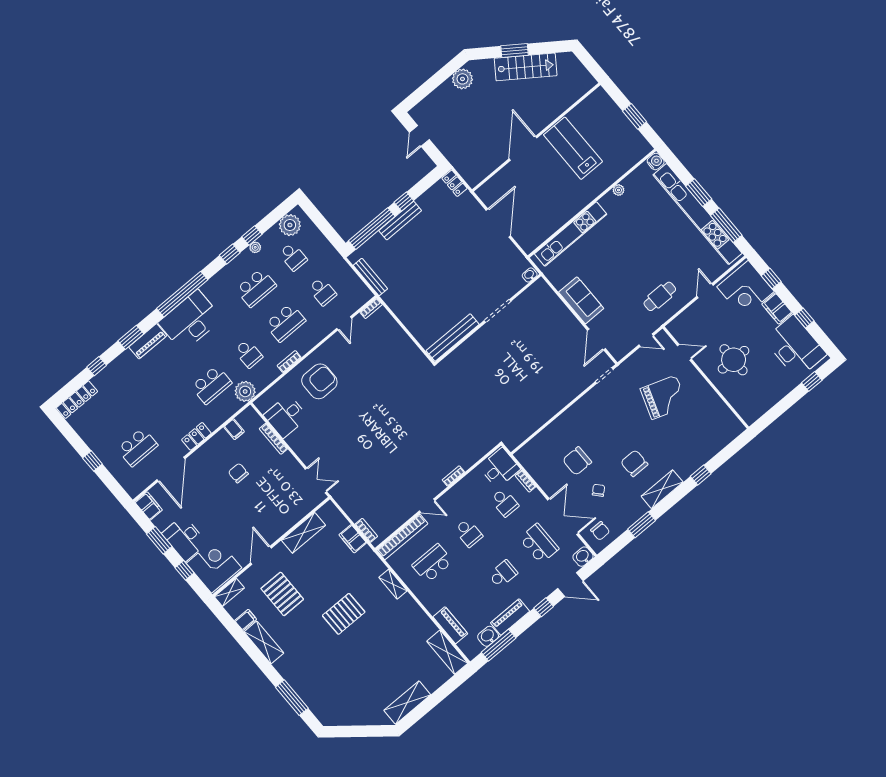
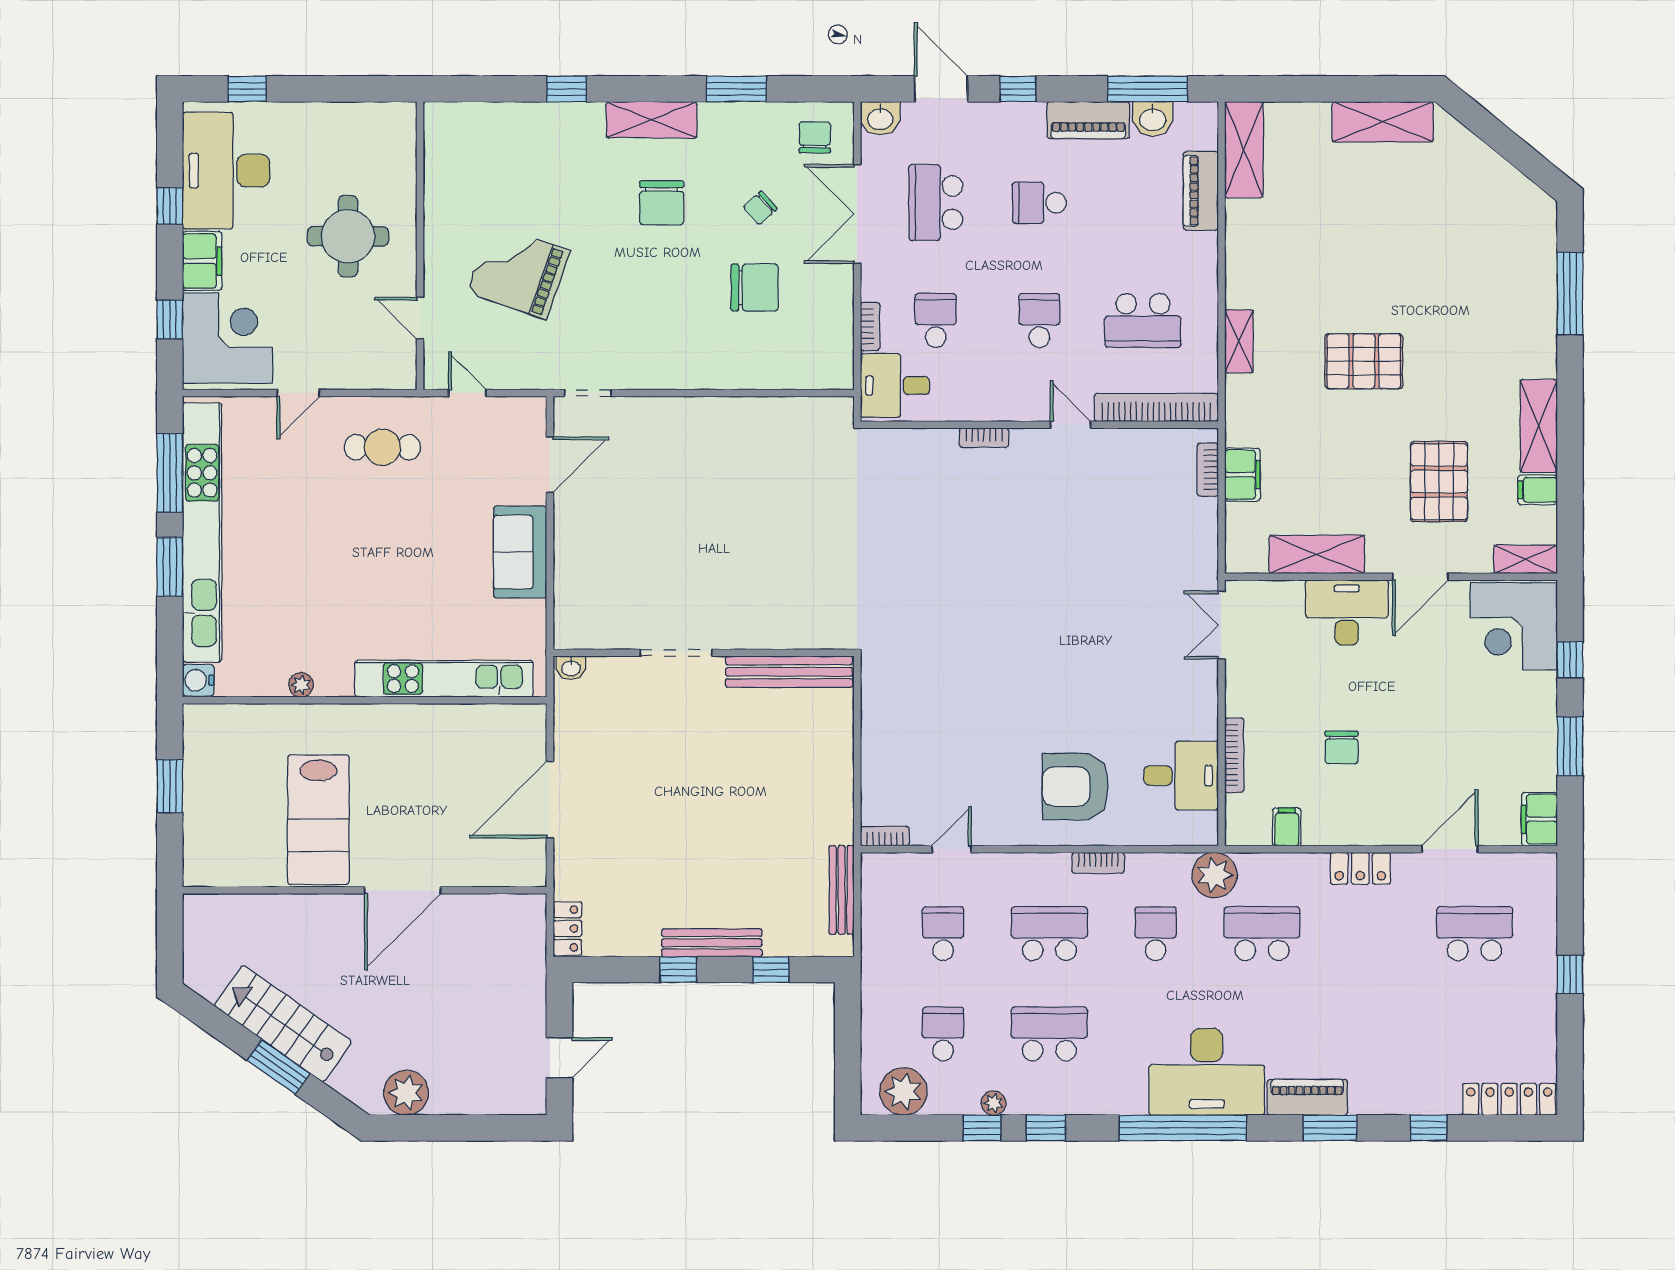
window: (372, 229) -> (771, 970), width x0.32
door: (171, 469) -> (1450, 849), width x0.73
desk: (184, 538) -> (1347, 612), moved, turned -90

